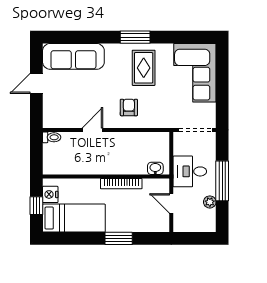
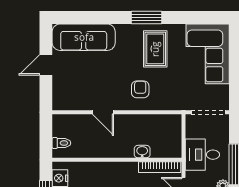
door: (92, 130) -> (103, 112), swing flipped
toilet: (52, 137) -> (61, 143), moved
washbasin: (155, 168) -> (142, 152), moved
bookcase: (121, 184) -> (160, 167), moved

